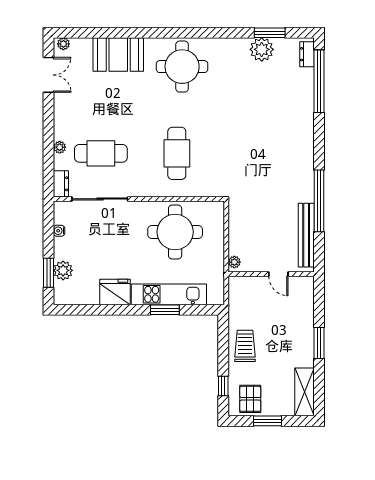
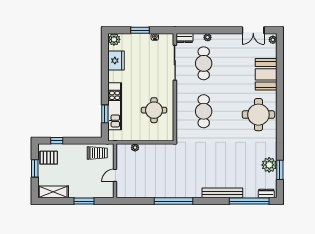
cafe table: (177, 153) -> (204, 111), turned 90
round table: (175, 232) -> (154, 110), width x0.73, depth x0.73
bench: (306, 235) -> (222, 193), moved
plant: (63, 270) -> (114, 39), moved
window: (49, 273) -> (140, 30), moved
wall: (271, 274) -> (115, 171), moved
door: (278, 274) -> (115, 175), moved
fridge: (115, 292) -> (116, 61), moved
window: (165, 310) -> (105, 114), moved
trolley: (245, 346) -> (97, 153), moved

